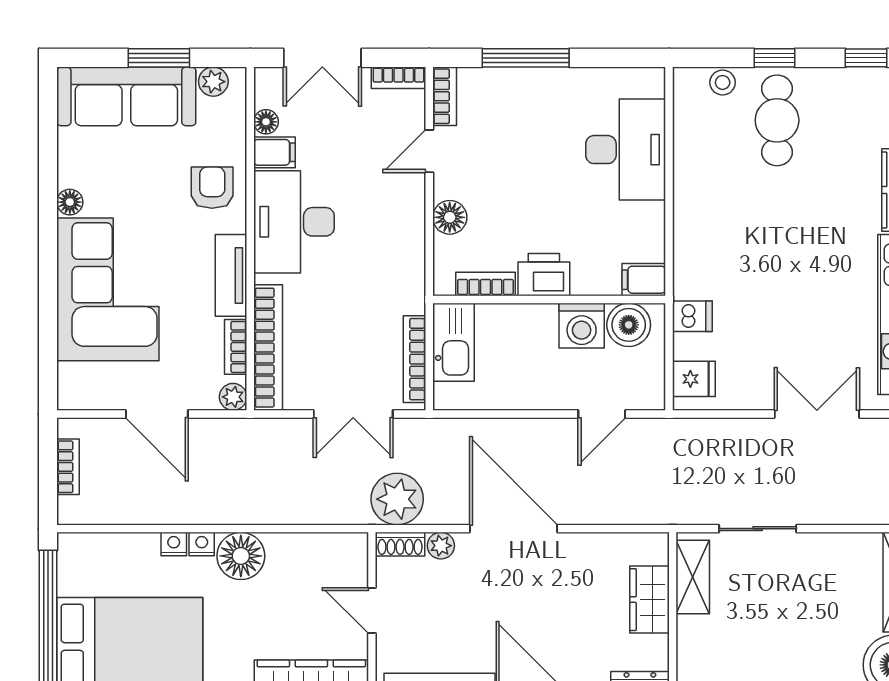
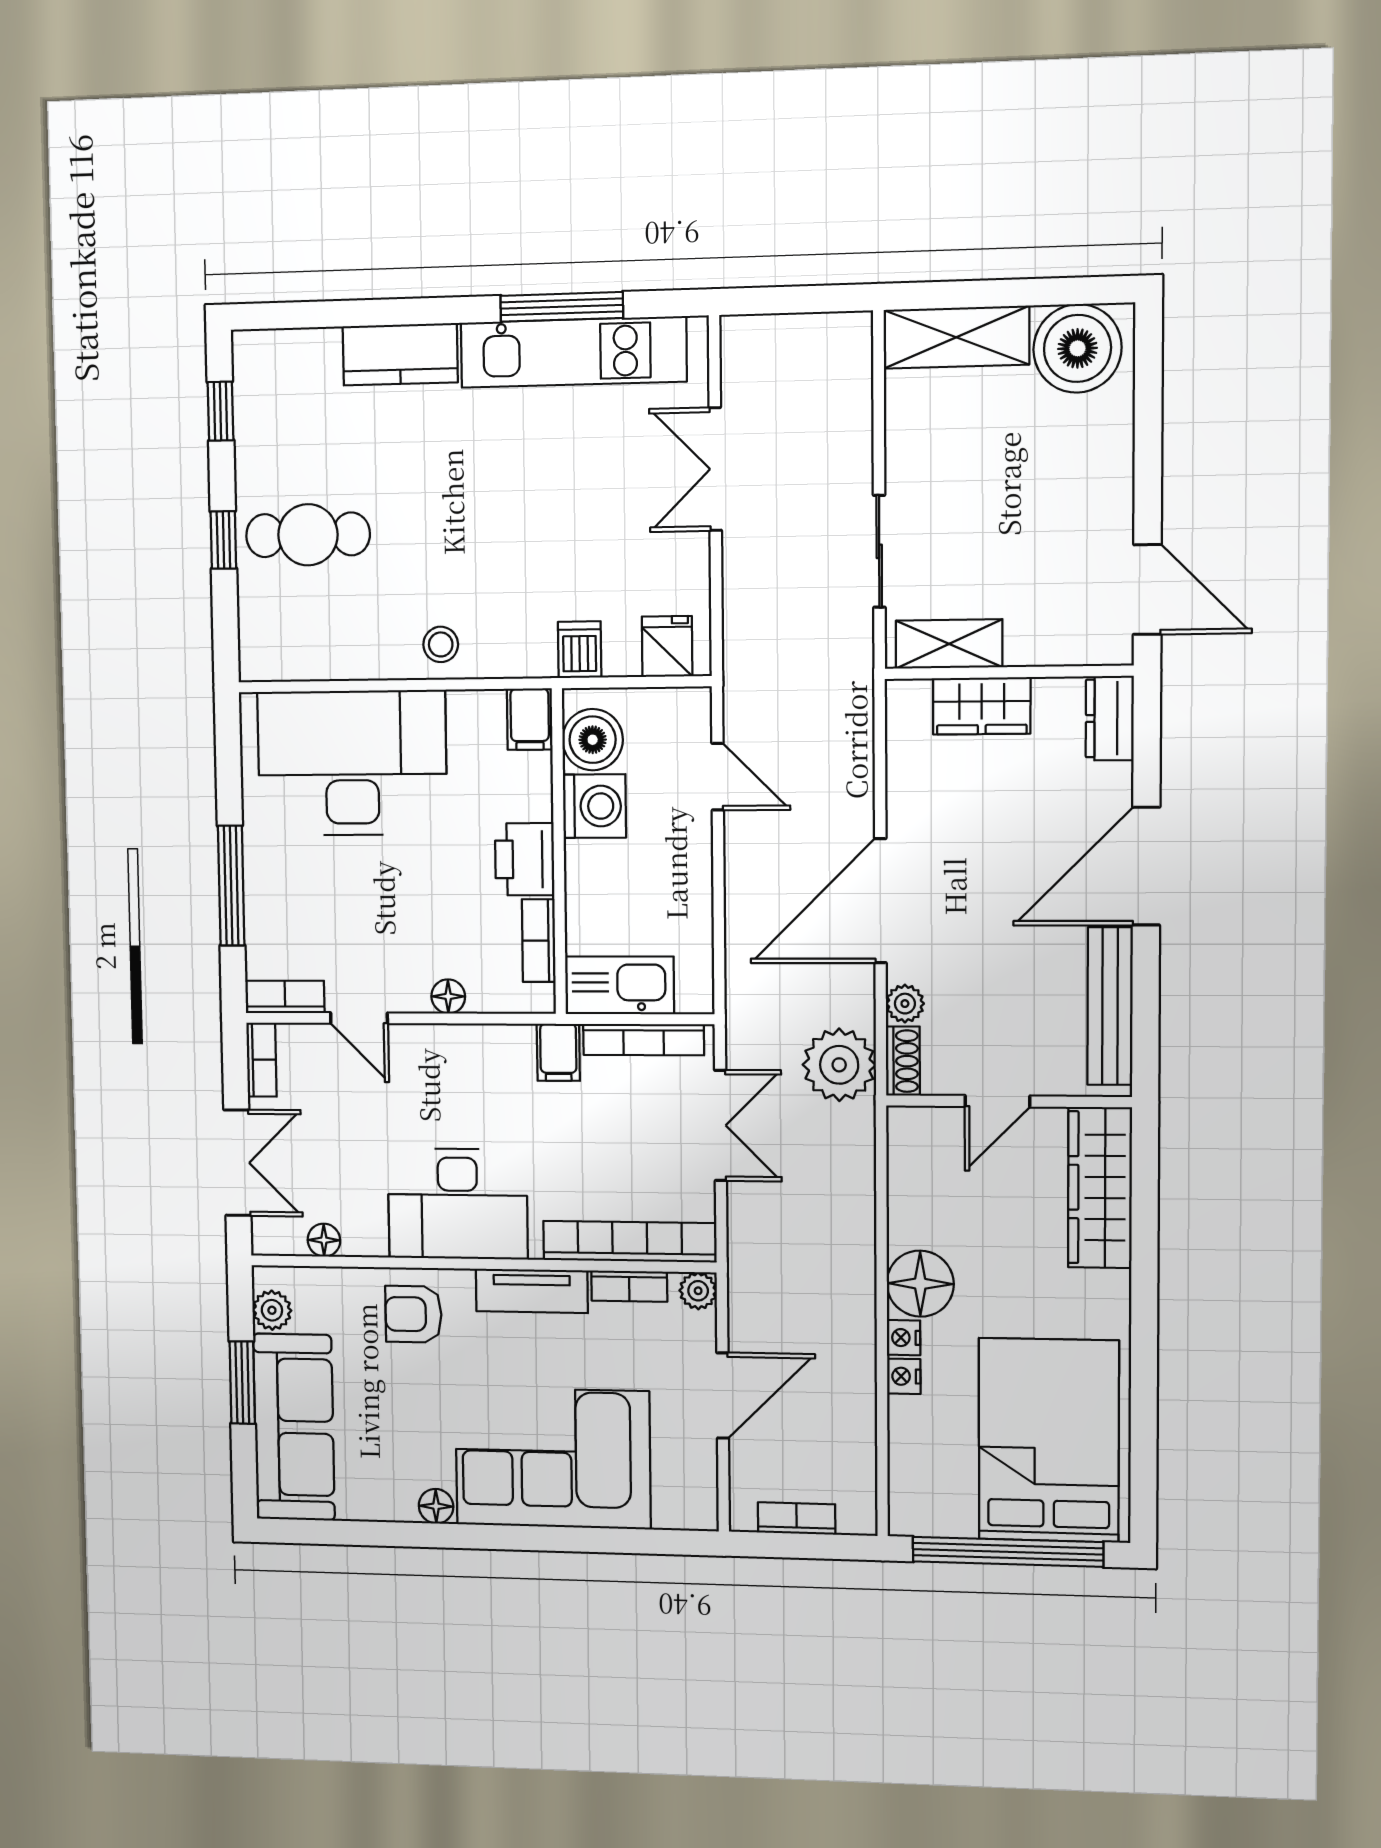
stool: (723, 82) -> (441, 644), moved
desk: (626, 150) -> (352, 763), width x1.36, depth x1.30
filing cabinet: (274, 152) -> (558, 1052), moved, turned 180
floor lamp: (450, 217) -> (448, 996), width x0.73, depth x0.73

